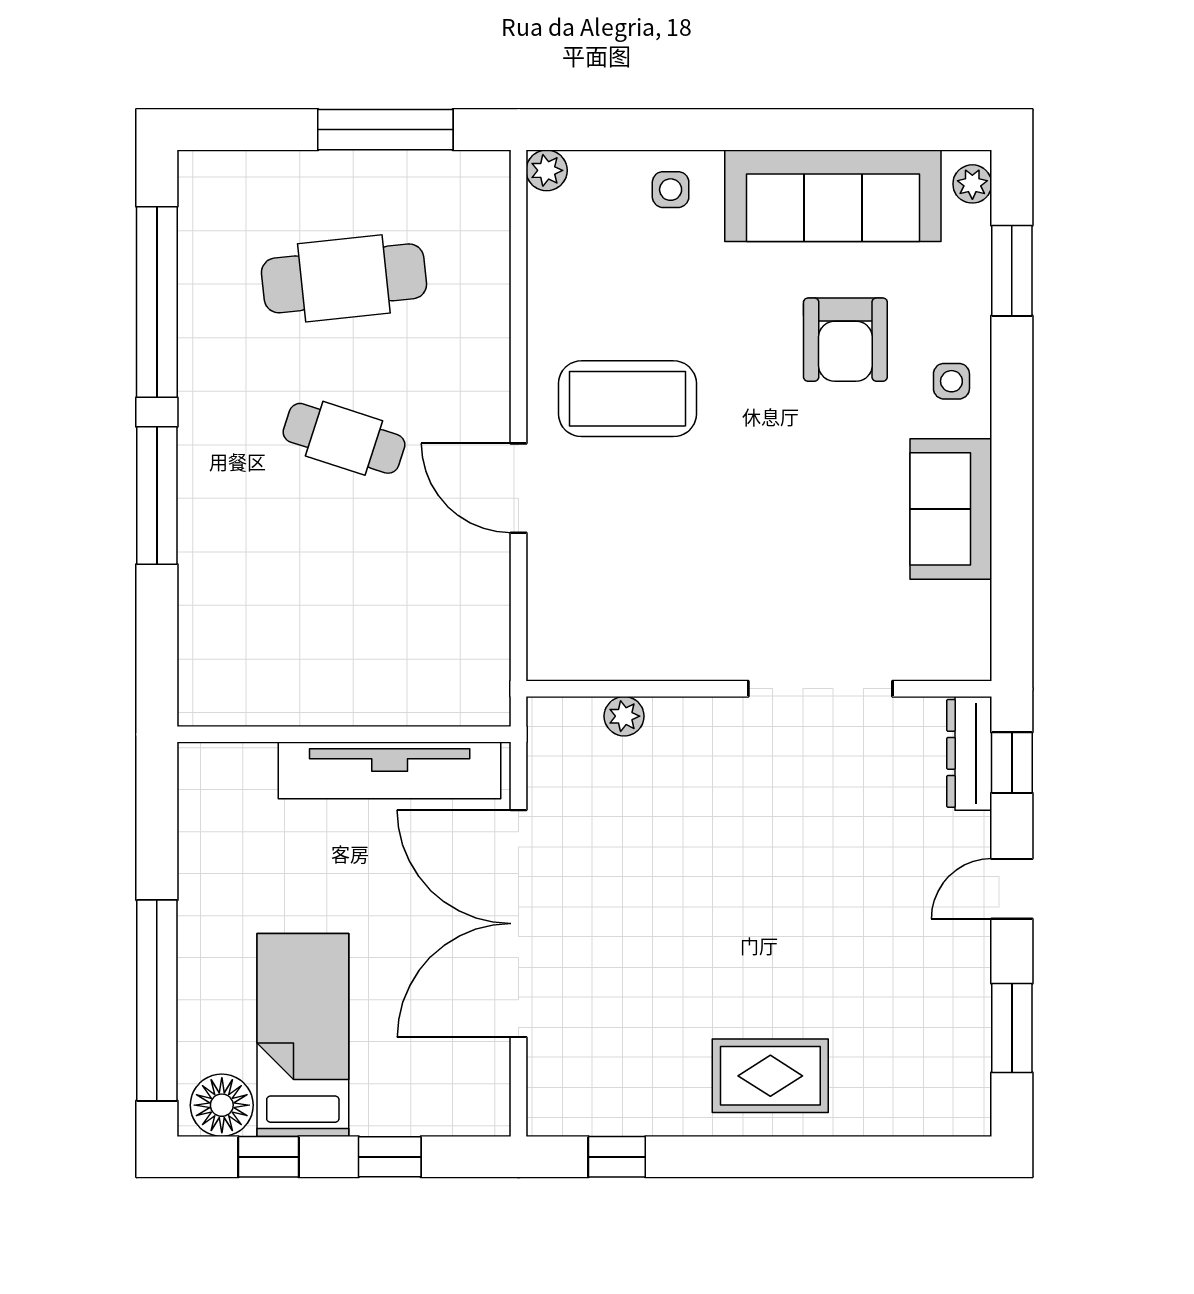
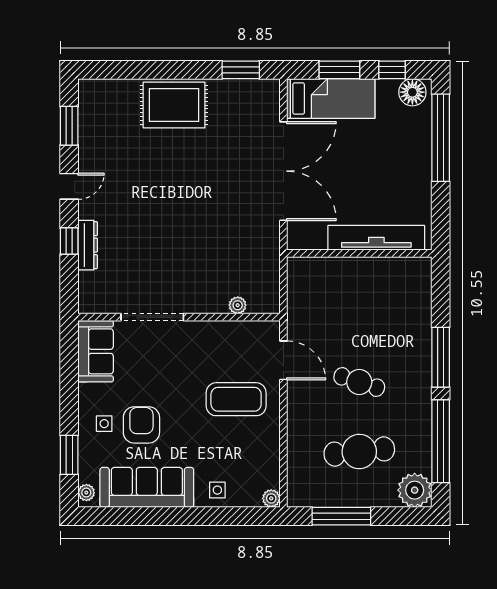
plant: (217, 189) -> (415, 490), added
side table: (951, 381) -> (104, 424), moved
wall: (759, 689) -> (179, 317), moved
doorway: (820, 689) -> (152, 317), moved
plant: (624, 716) -> (238, 305), moved
tv unit: (390, 770) -> (376, 238), moved
bed: (303, 1035) -> (331, 98), moved, turned -90
rug: (770, 1076) -> (174, 105), width x1.36, depth x1.43
window: (390, 1157) -> (339, 70), width x1.50
window: (617, 1157) -> (241, 70), width x1.50

